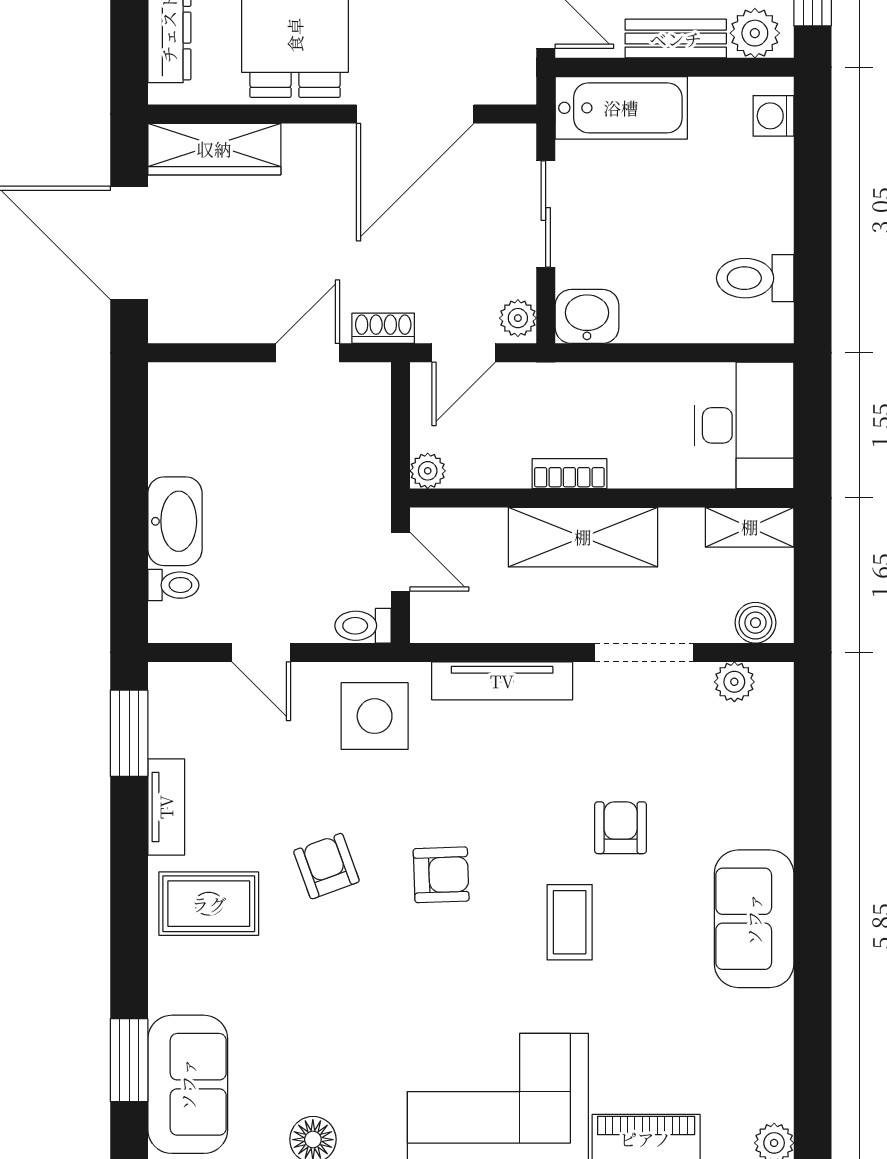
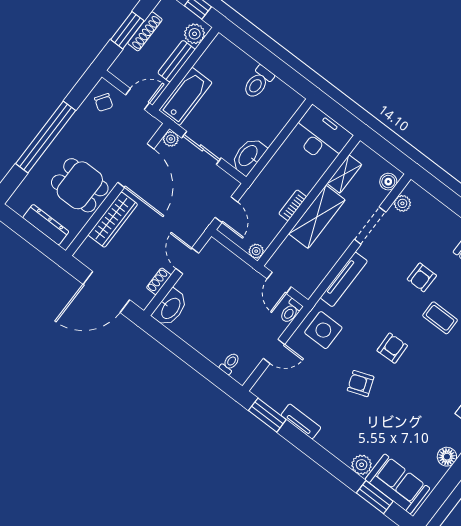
washing machine: (773, 116) -> (226, 48), removed
wardrobe: (214, 149) -> (113, 220), moved
toilet: (755, 278) -> (258, 82), moved
washbasin: (587, 316) -> (249, 156), width x1.38
plant: (518, 318) -> (171, 139), moved
shoe rack: (383, 328) -> (159, 281), moved
washbasin: (175, 521) -> (170, 308), moved, turned 90
shelving: (750, 527) -> (344, 174), moved
door: (401, 562) -> (279, 283), swing flipped
armchair: (621, 828) -> (422, 277), turned -90
rug: (209, 904) -> (343, 432), removed
plant: (172, 987) -> (362, 465), added

